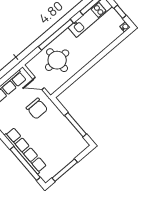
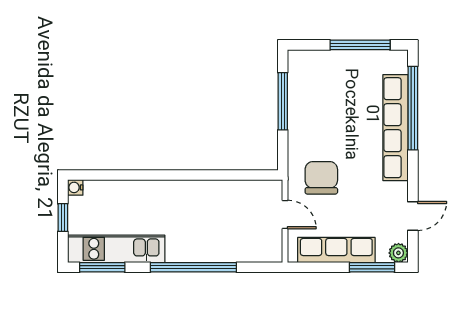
round table: (57, 60) -> (225, 226), removed

